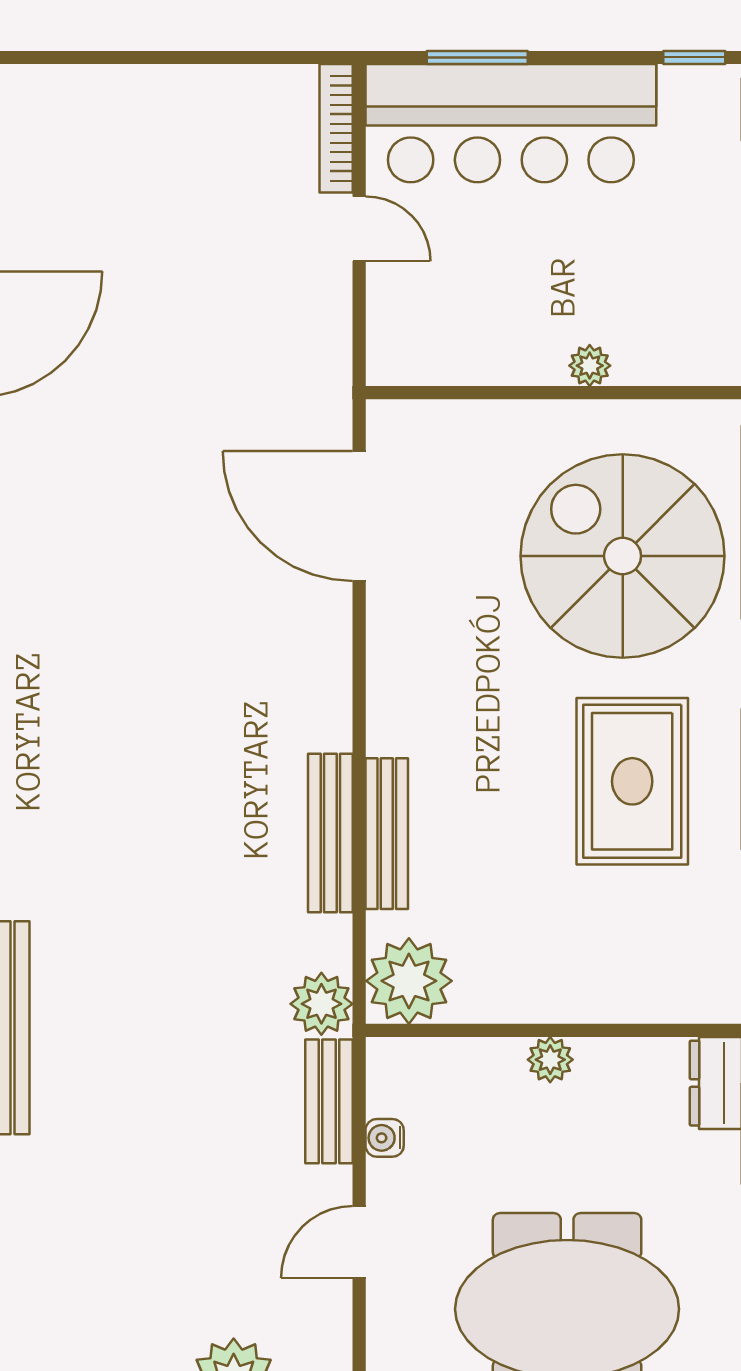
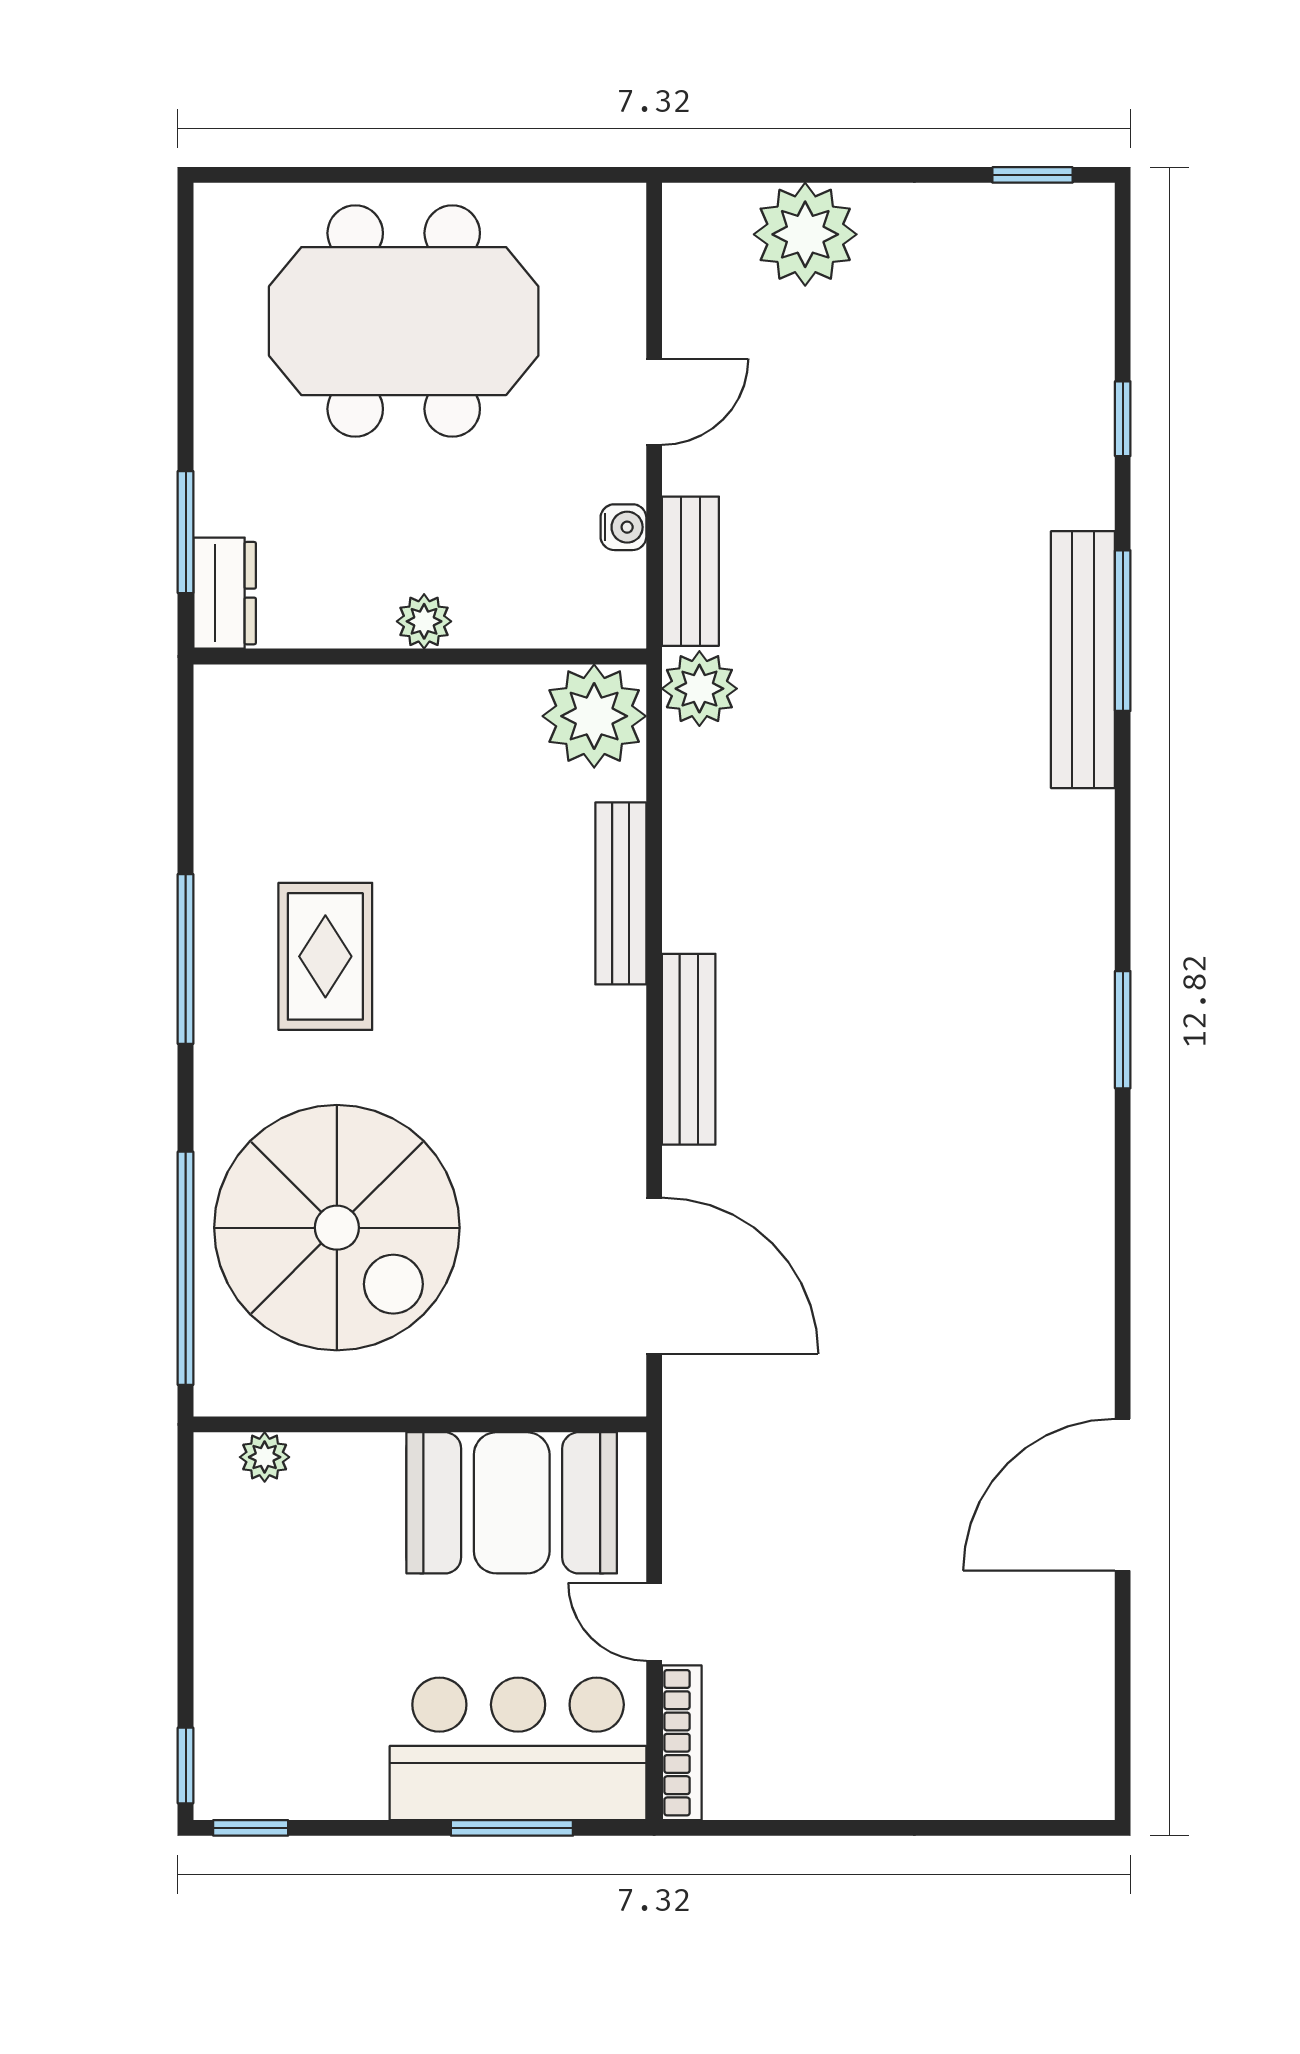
bar counter: (511, 123) -> (518, 1749), width x0.73
booth: (477, 327) -> (512, 1503), added
plant: (590, 366) -> (265, 1457), moved
rug: (632, 781) -> (325, 956), width x0.73, depth x0.70
bench: (330, 833) -> (689, 1049), moved

